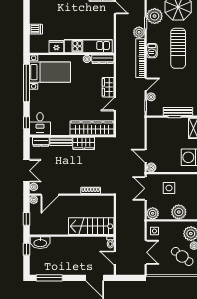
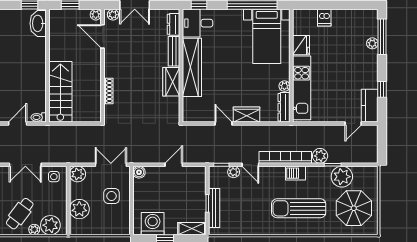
wardrobe: (92, 128) -> (192, 67), moved
door: (146, 156) -> (174, 165), moved

